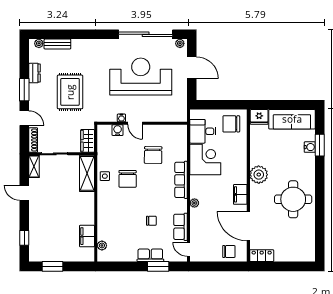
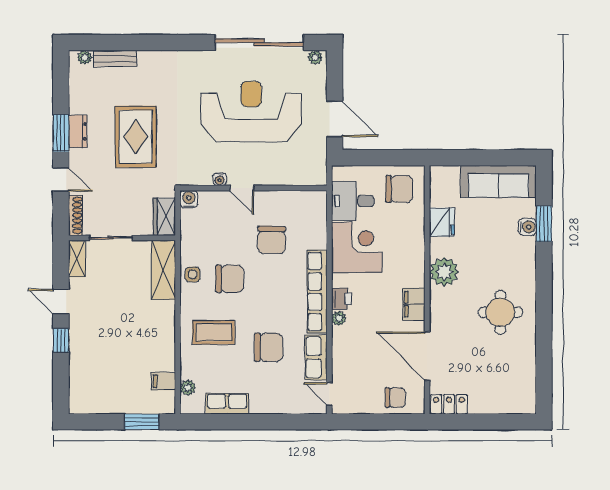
door: (192, 68) -> (335, 119), moved
dresser: (35, 73) -> (78, 131), moved
fridge: (259, 117) -> (442, 222), moved, turned -90
chair: (231, 124) -> (399, 189), turned 180
water cooler: (118, 130) -> (189, 199), moved
chair: (128, 179) -> (230, 279), turned -90
row of seats: (181, 180) -> (317, 292), width x1.36
printer: (196, 191) -> (341, 299), added
round table: (293, 199) -> (500, 312), width x0.73, depth x0.73
coffee table: (118, 212) -> (214, 332), added
chair: (151, 221) -> (269, 347), width x1.87, depth x1.87
filing cabinet: (87, 236) -> (163, 381), width x0.50
window: (24, 238) -> (61, 340), moved
row of seats: (150, 255) -> (227, 404), moved
window: (53, 266) -> (142, 422), moved
window: (158, 266) -> (280, 422), removed

